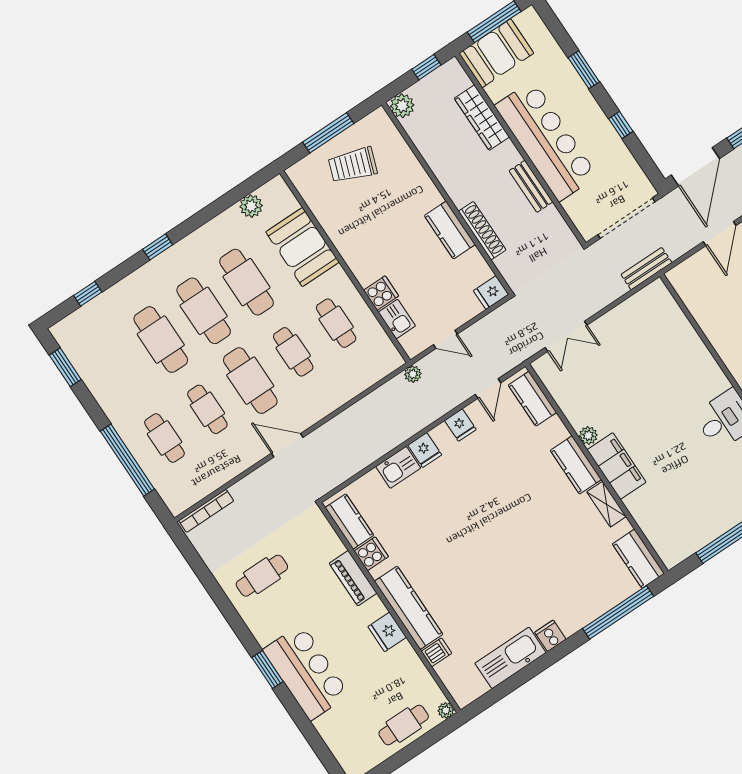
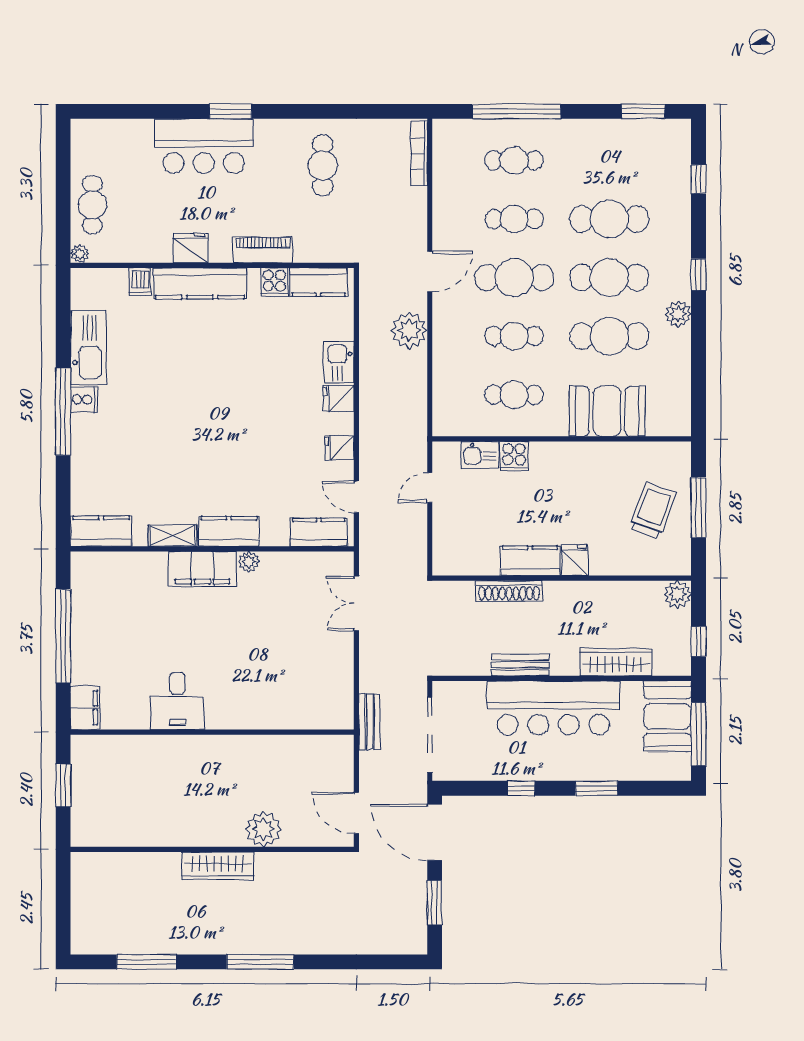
plant: (251, 206) -> (678, 314), moved
fridge: (491, 292) -> (575, 560), moved
plant: (413, 374) -> (409, 330), moved, width x1.88, depth x1.88
window: (618, 612) -> (63, 412), moved

